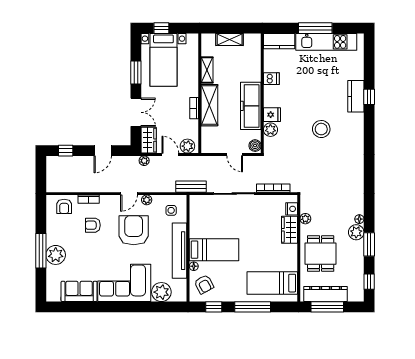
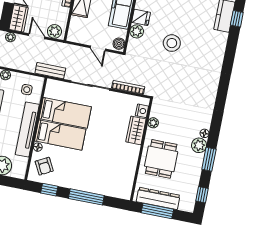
stool: (321, 129) -> (172, 43), moved
bed: (272, 283) -> (65, 113), moved, turned 180

